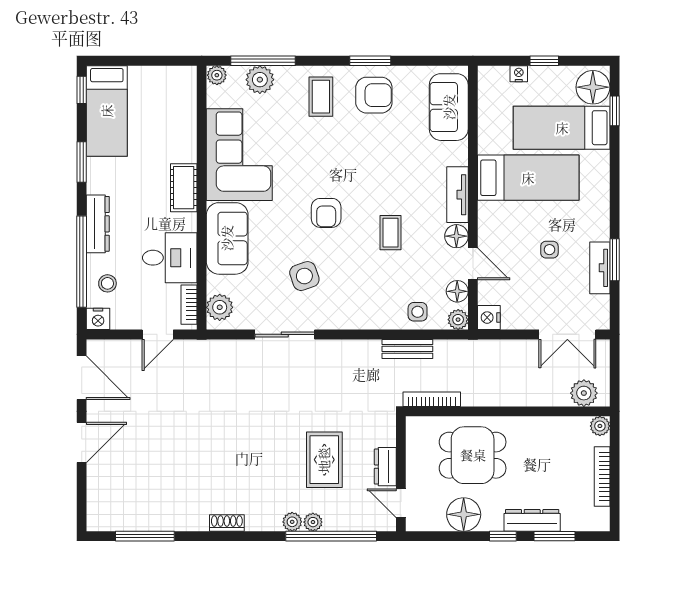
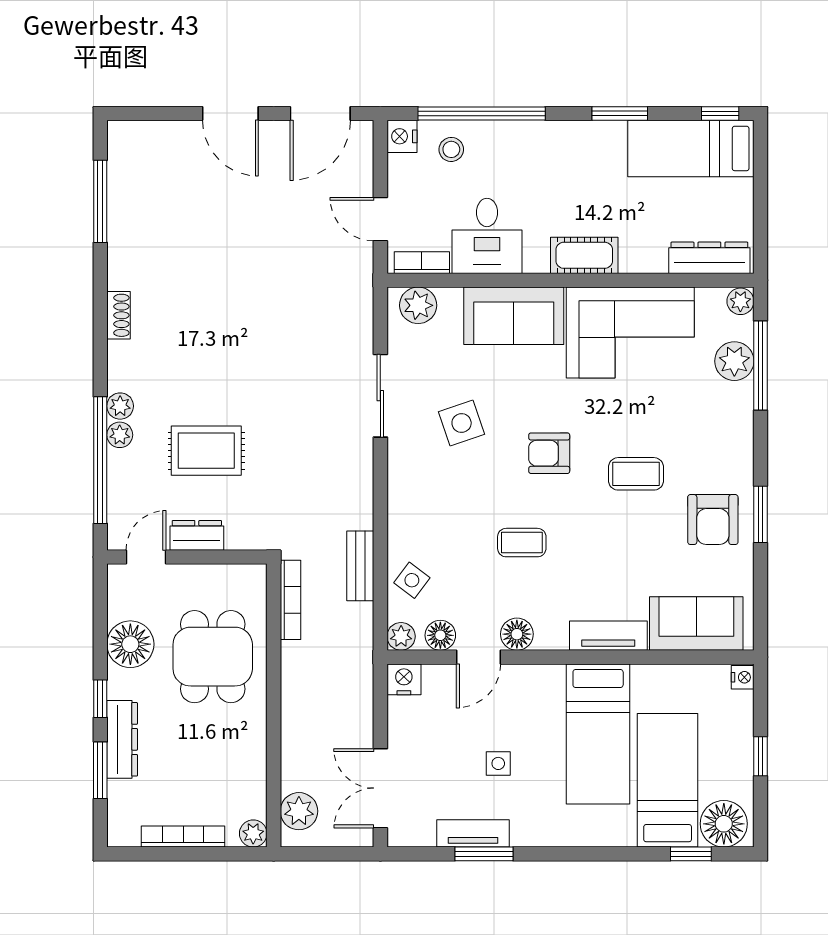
nightstand: (519, 74) -> (743, 677), moved
coffee table: (321, 97) -> (636, 474), moved
tv unit: (457, 195) -> (608, 636), moved
dresser: (98, 224) -> (709, 258), moved, turned 180
side table: (418, 312) -> (412, 580), turned 37

